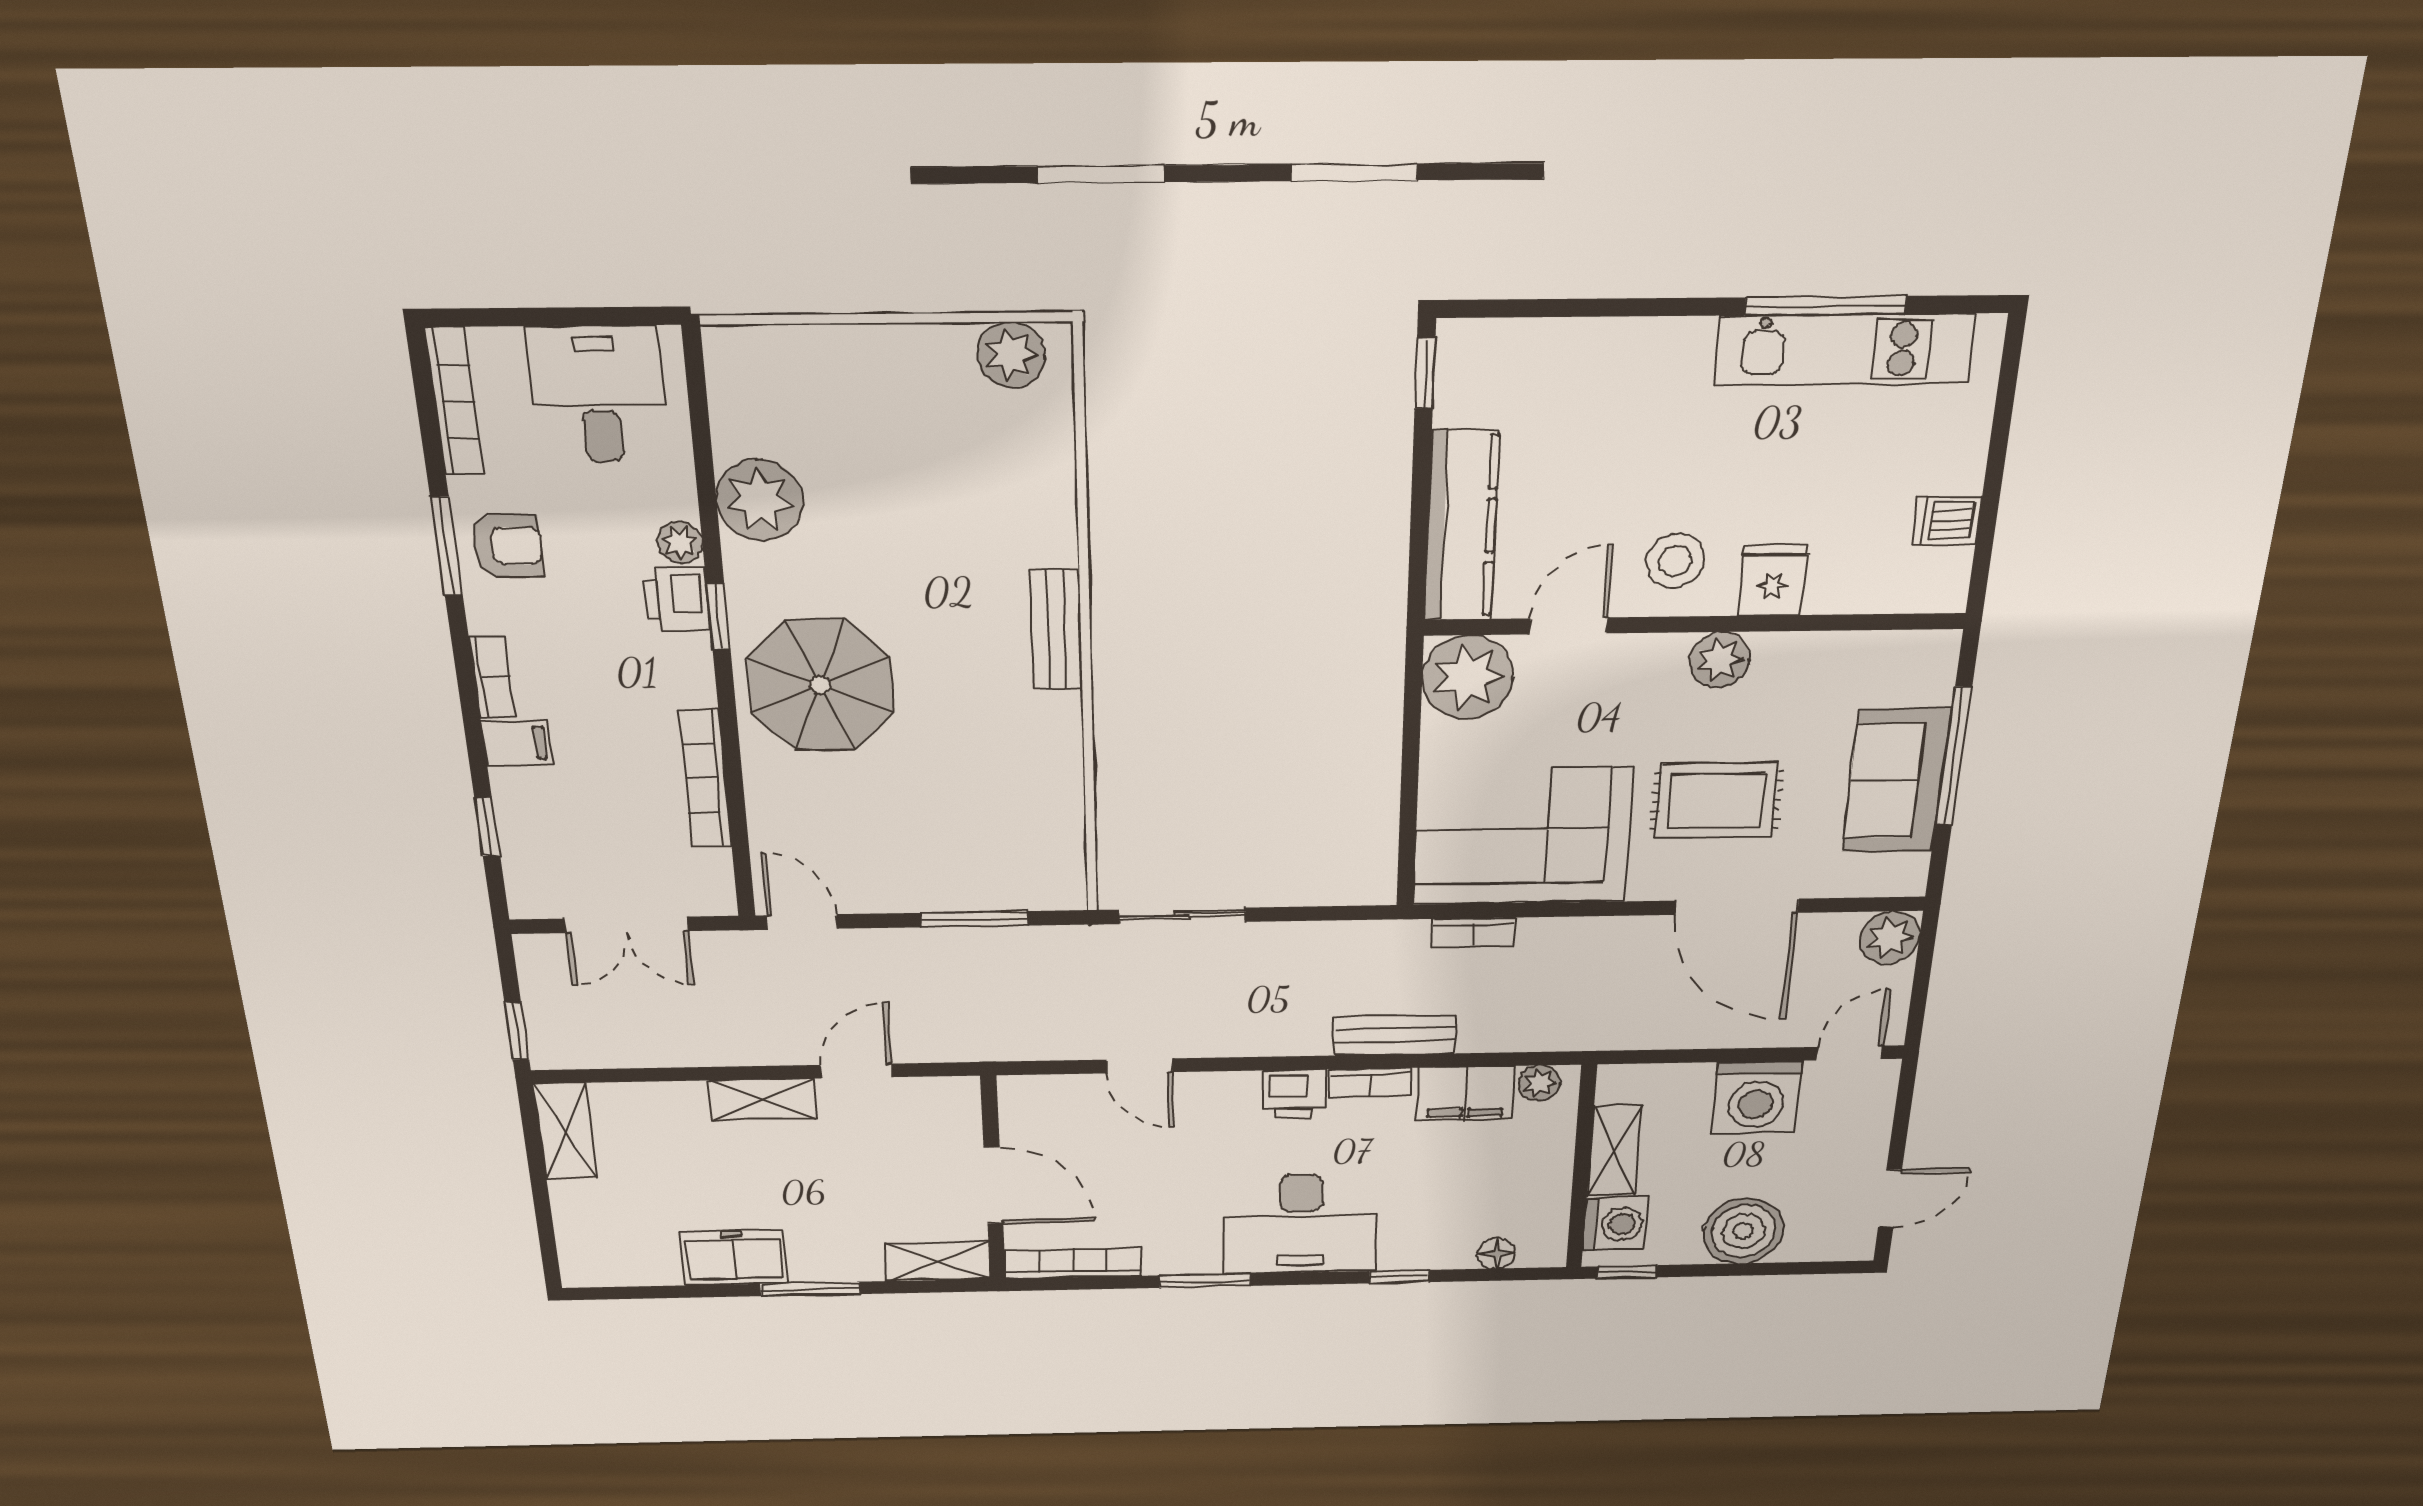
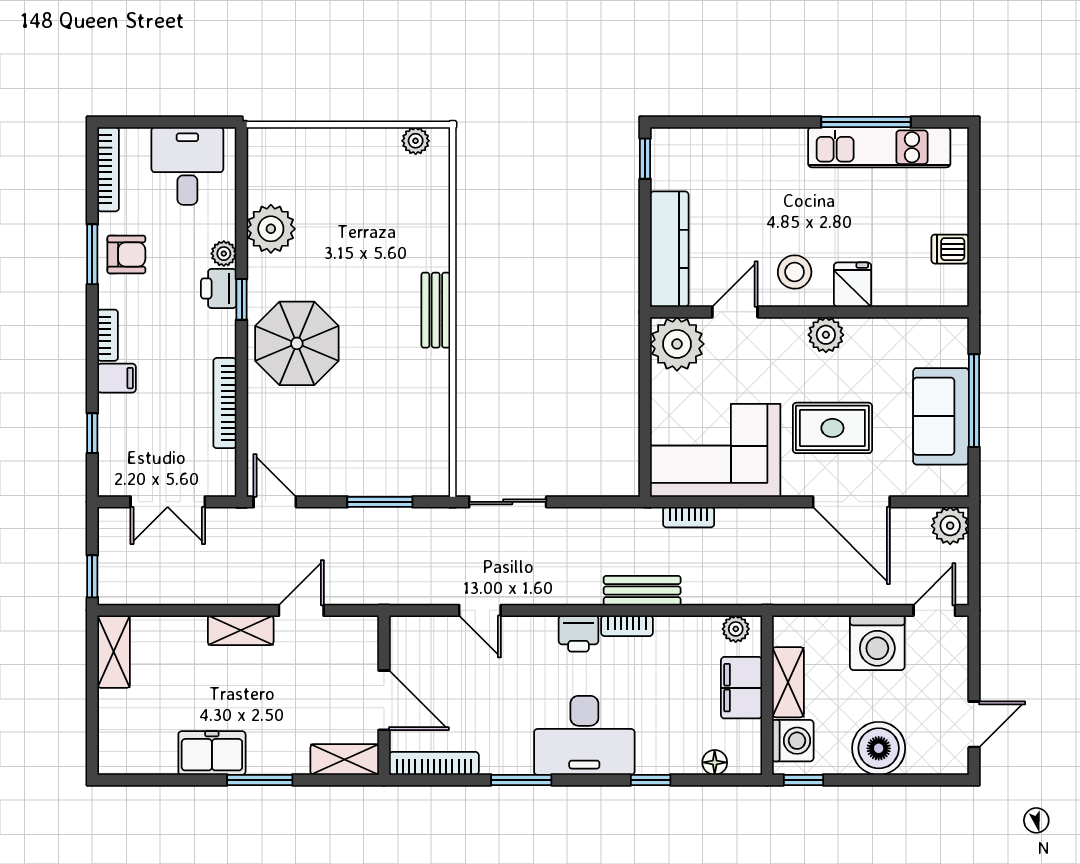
plant: (1011, 355) -> (416, 141), width x0.73, depth x0.73
filing cabinet: (1466, 1094) -> (741, 688), moved, turned 90

